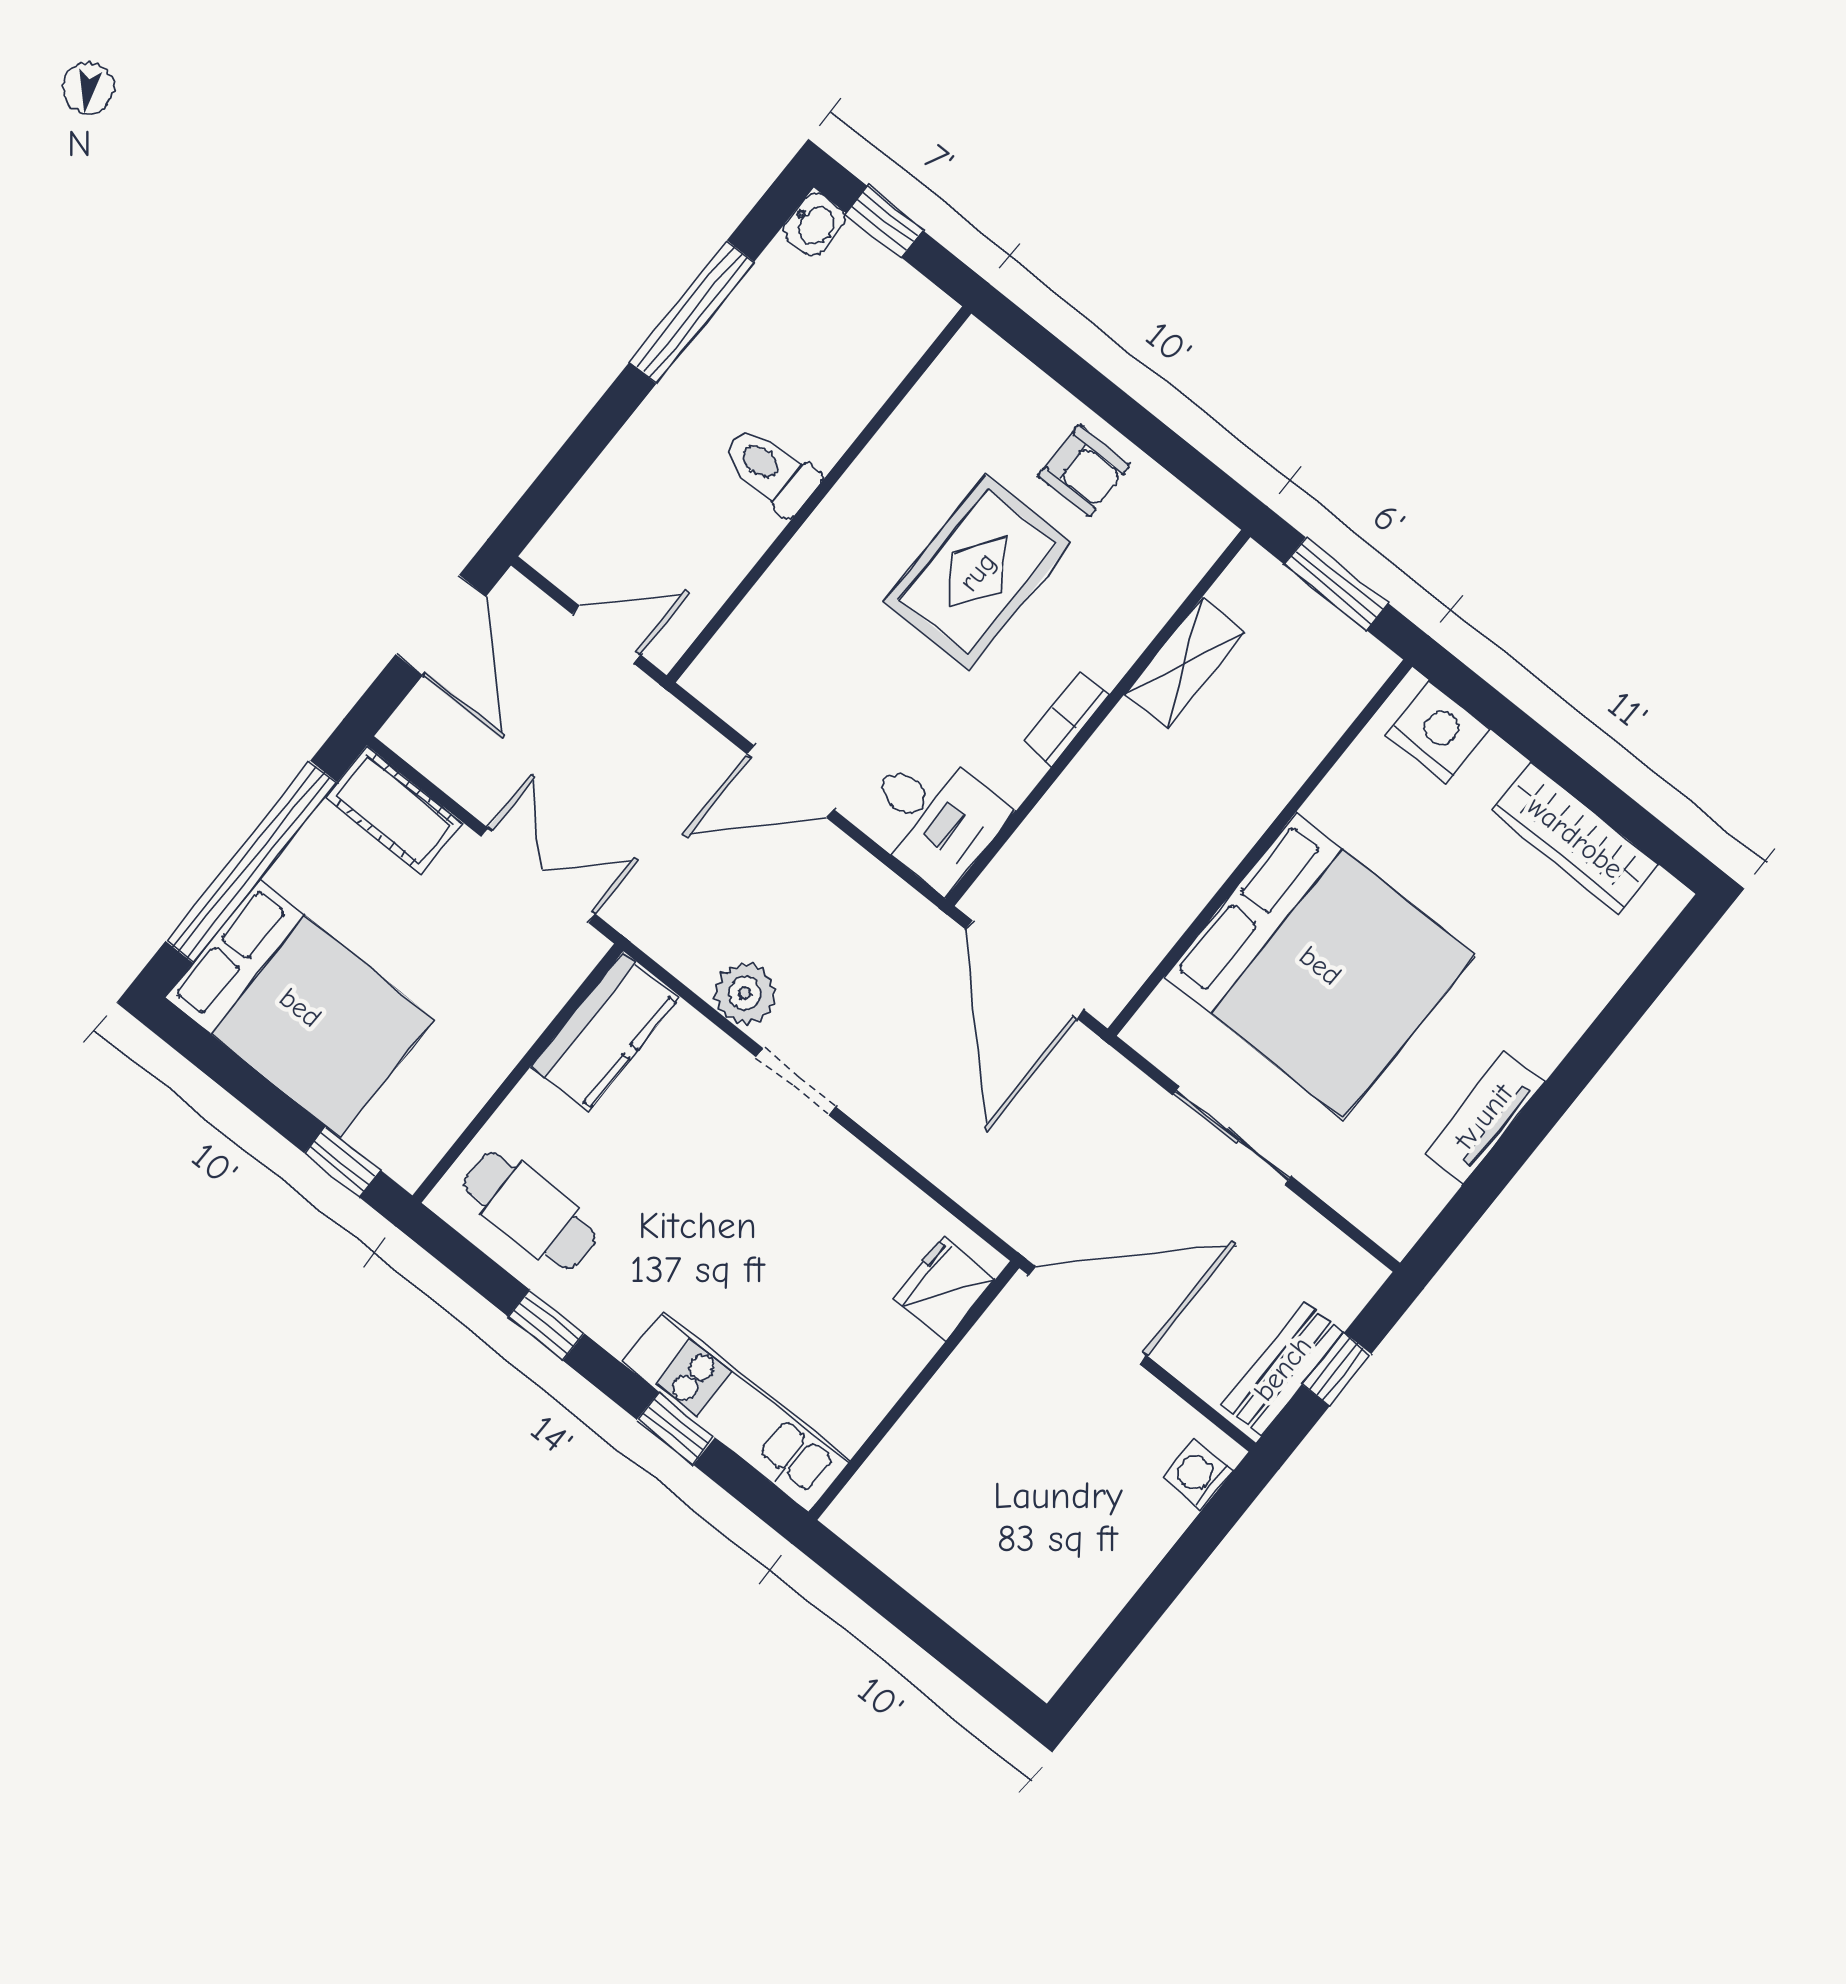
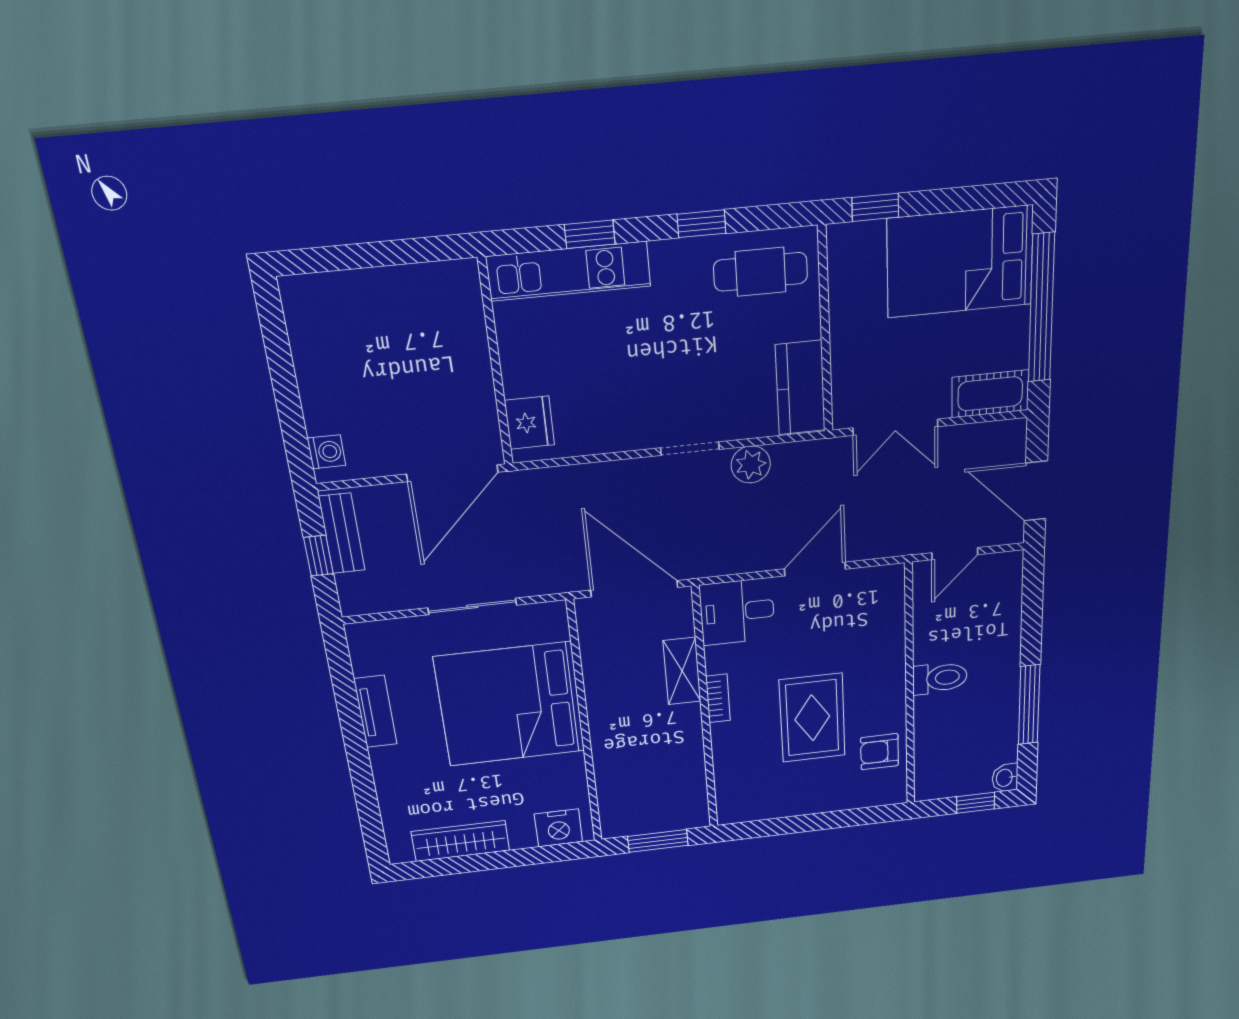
armchair: (1084, 471) -> (880, 752), moved
shelving: (1185, 663) -> (682, 671), moved

